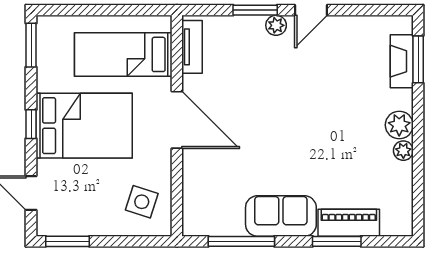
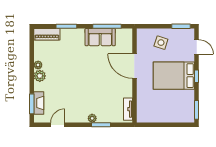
door: (311, 10) -> (58, 125), moved
bed: (123, 54) -> (157, 106), removed
door: (177, 120) -> (134, 66), moved
side table: (142, 202) -> (161, 43), moved
sofa: (281, 216) -> (100, 37), moved
piano: (349, 223) -> (47, 34), moved

